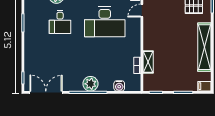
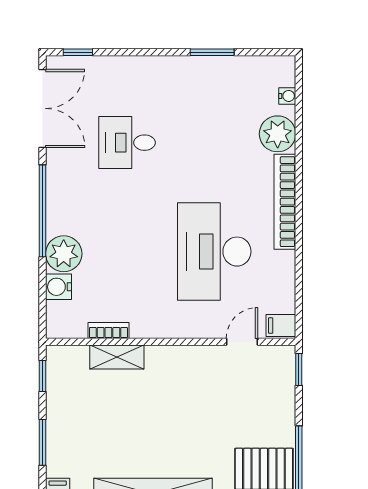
door: (142, 11) -> (242, 342), hinge flipped
desk: (60, 22) -> (127, 143), moved
plant: (90, 84) -> (64, 254), moved

